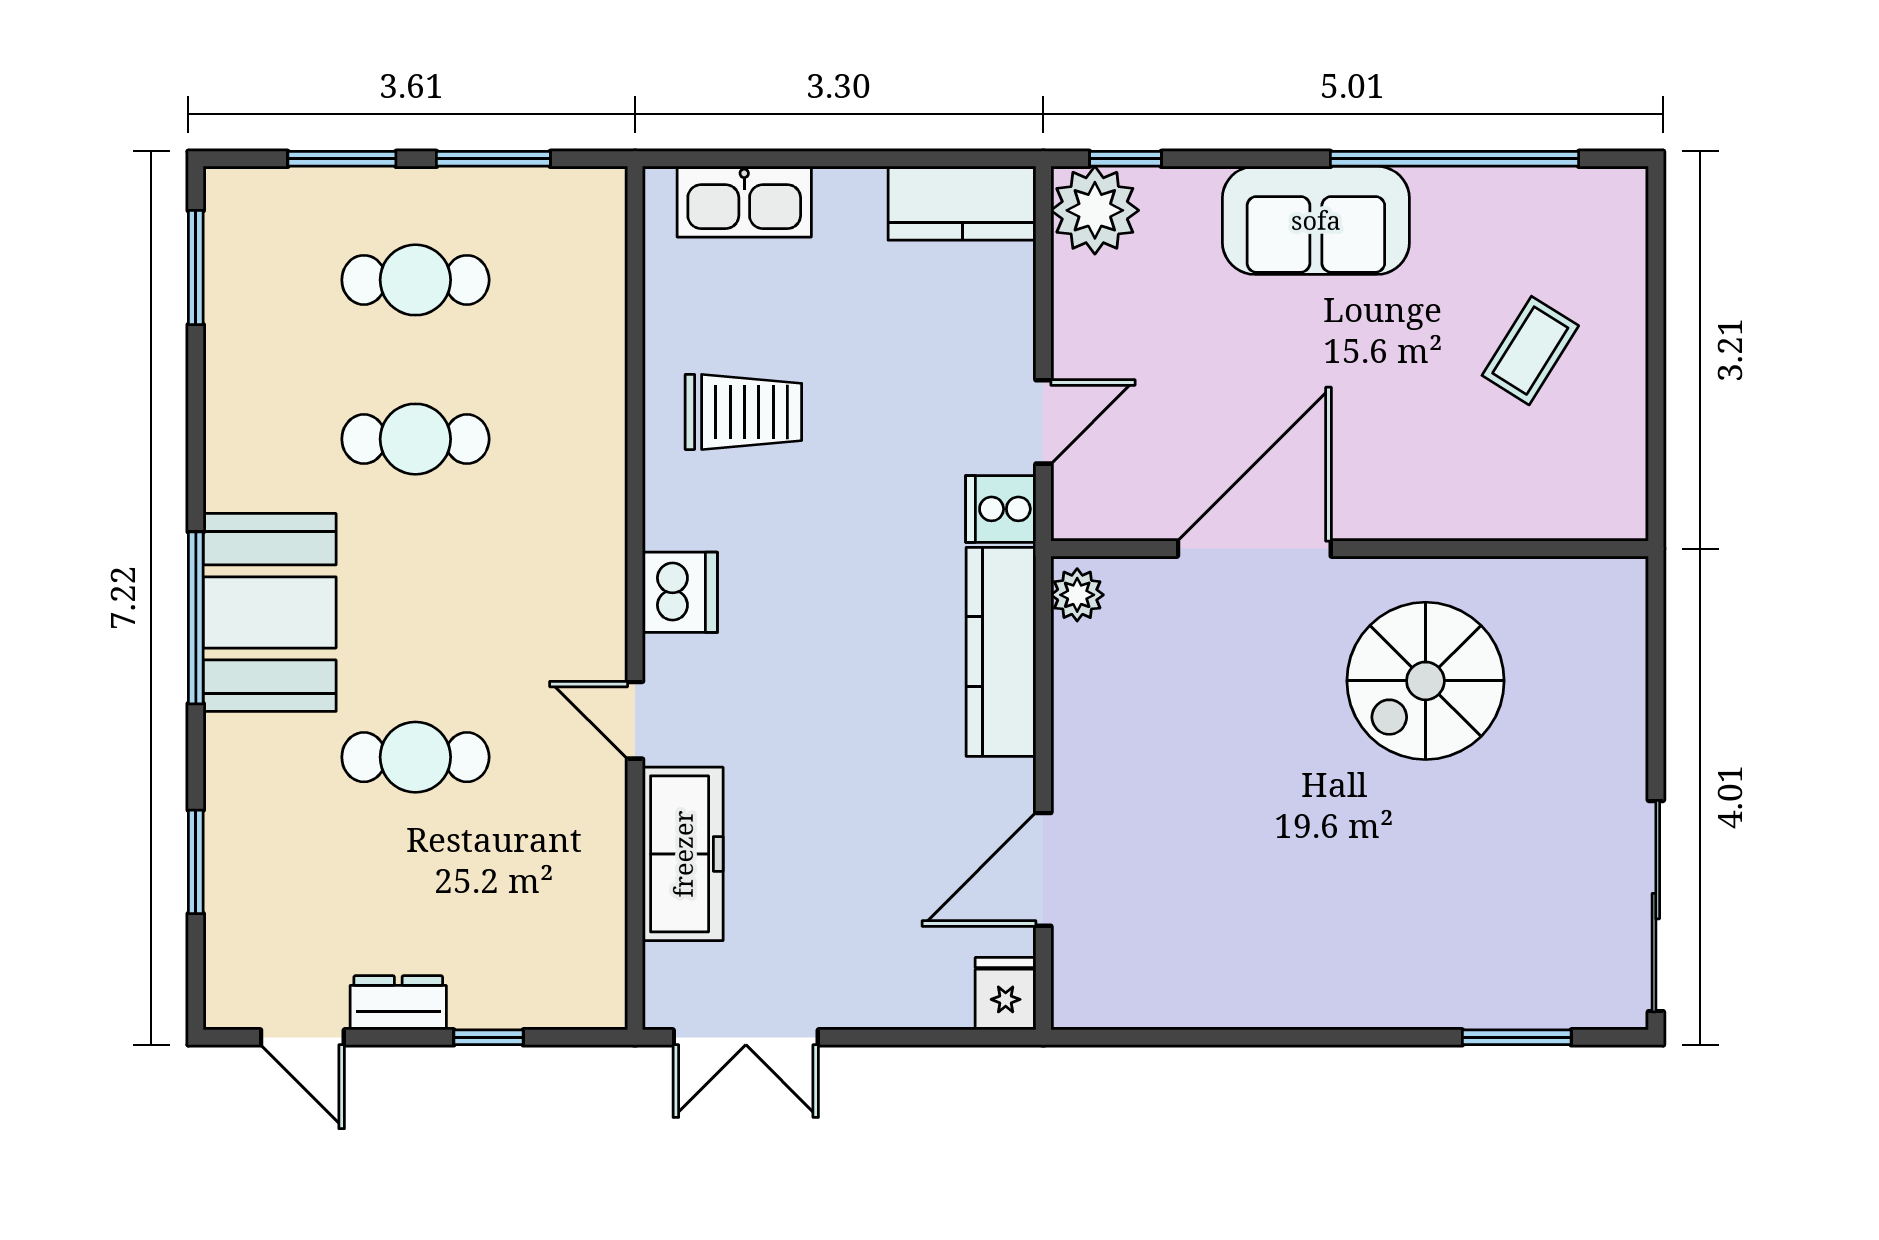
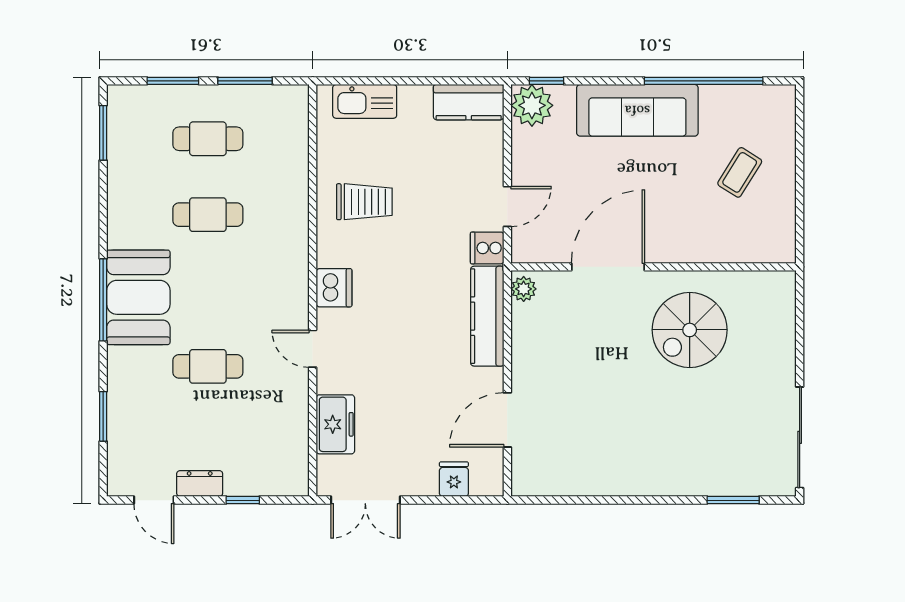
sofa: (1316, 220) -> (637, 110), width x1.36
freezer: (683, 854) -> (335, 424), width x0.71
fridge: (1006, 994) -> (454, 479), moved

